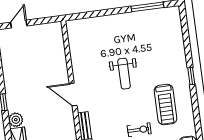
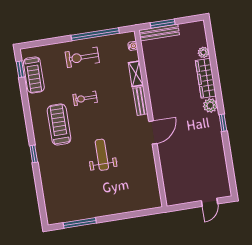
door: (73, 94) -> (153, 132), hinge flipped

